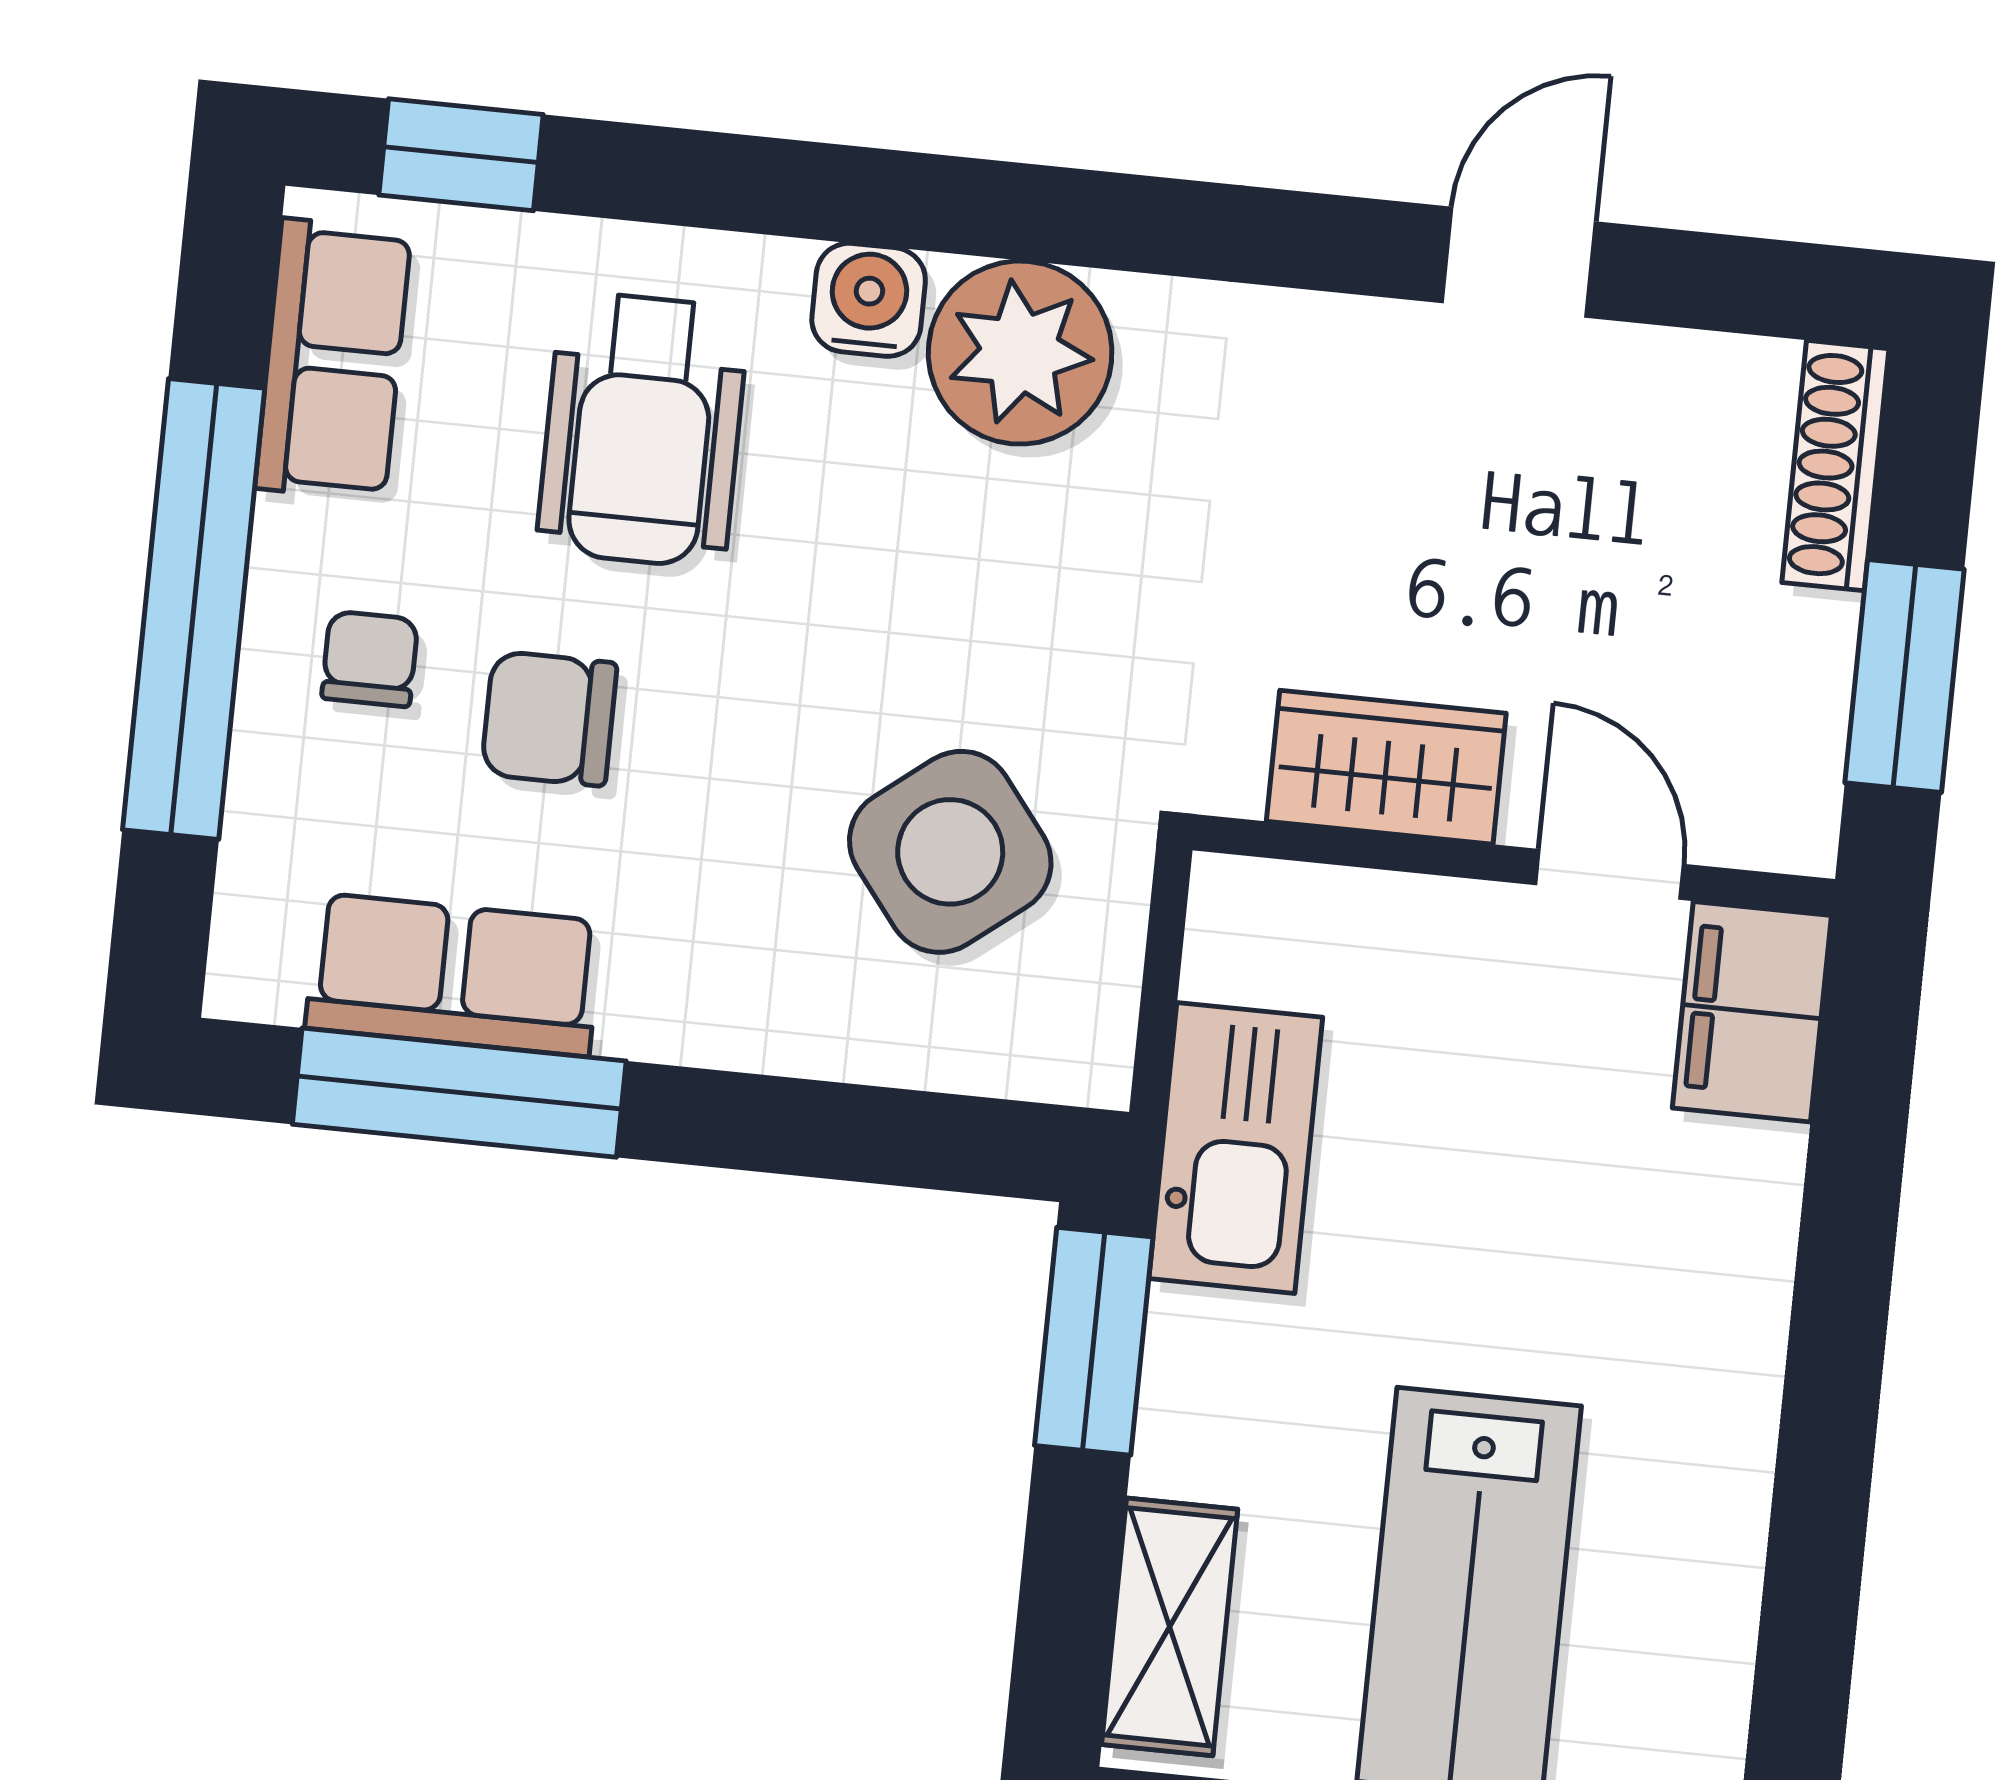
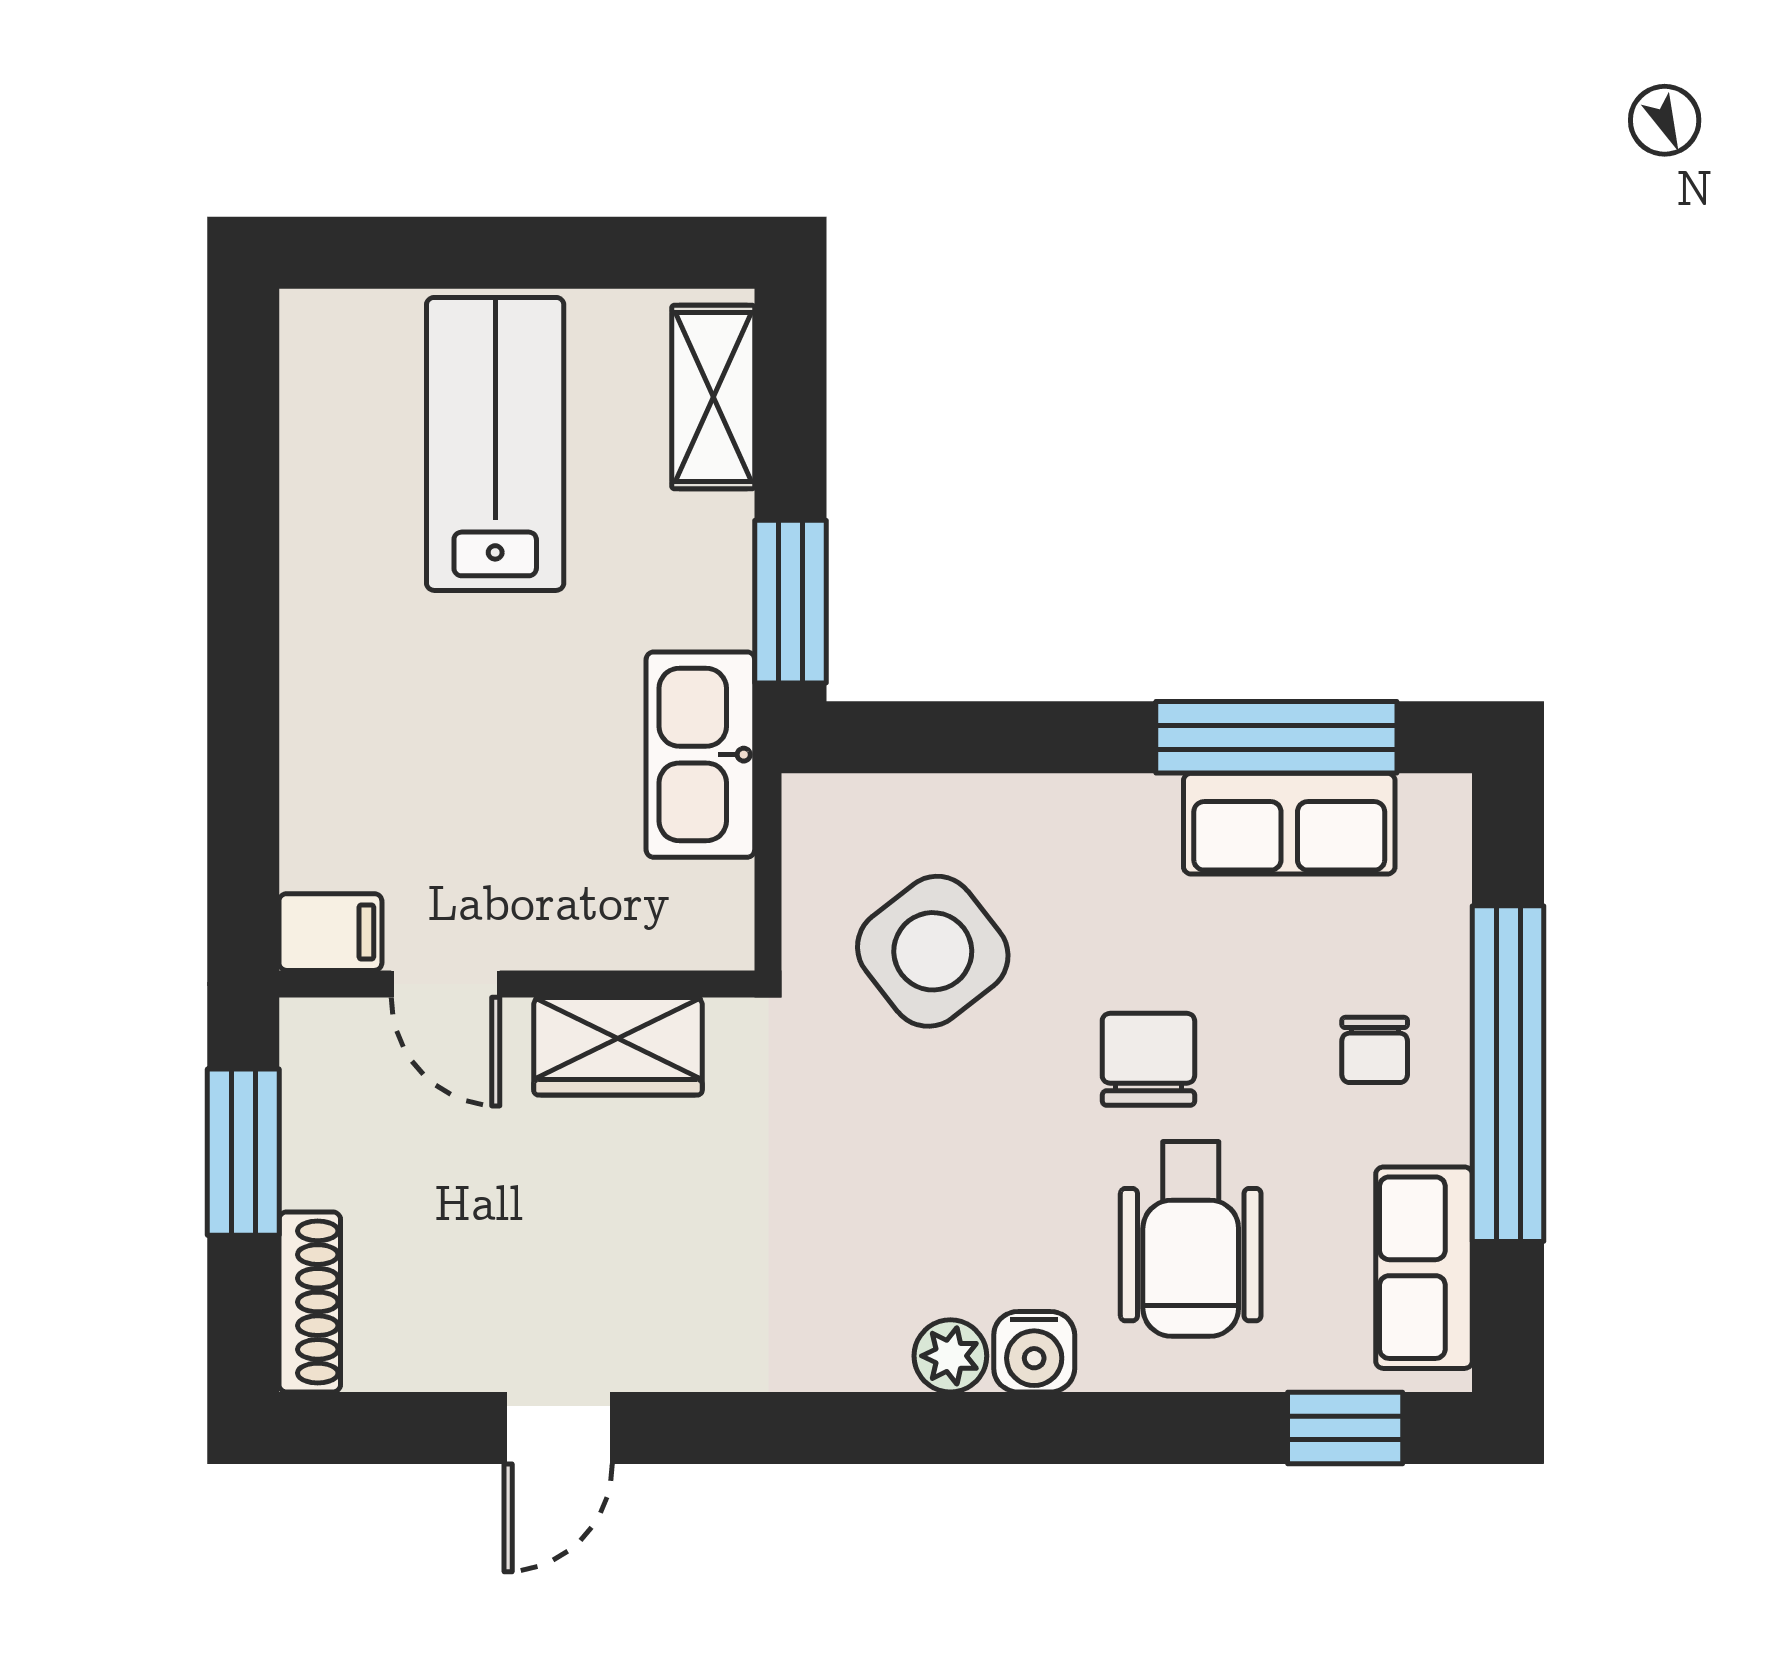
plant: (1020, 353) -> (950, 1356), width x0.53, depth x0.53
wheelchair: (643, 430) -> (1191, 1239), turned 180
chair: (549, 719) -> (1148, 1059), moved, turned -90
filing cabinet: (1752, 1012) -> (330, 932), width x0.50

